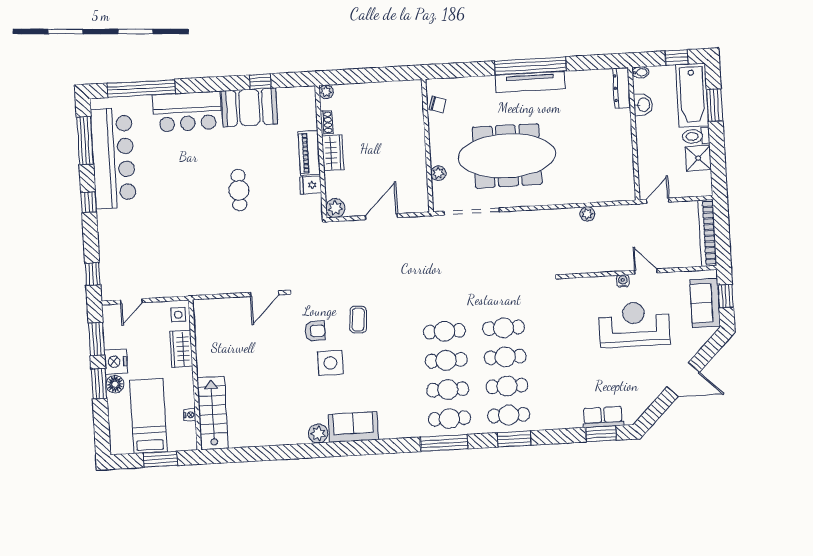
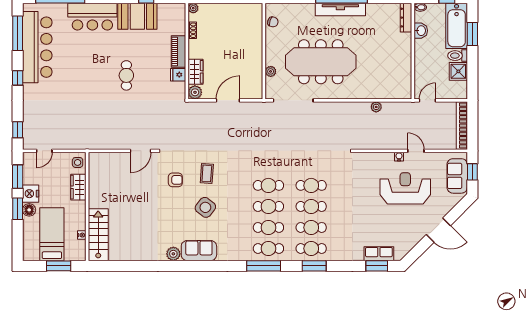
wardrobe: (333, 153) -> (195, 72), moved
side table: (330, 363) -> (205, 207), moved, turned 38

